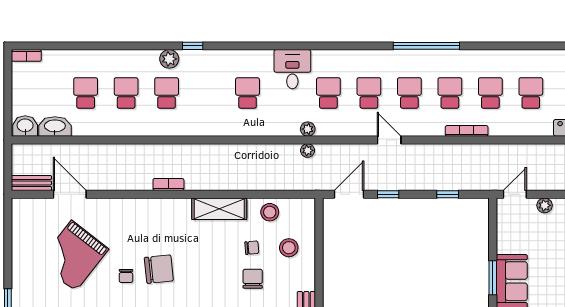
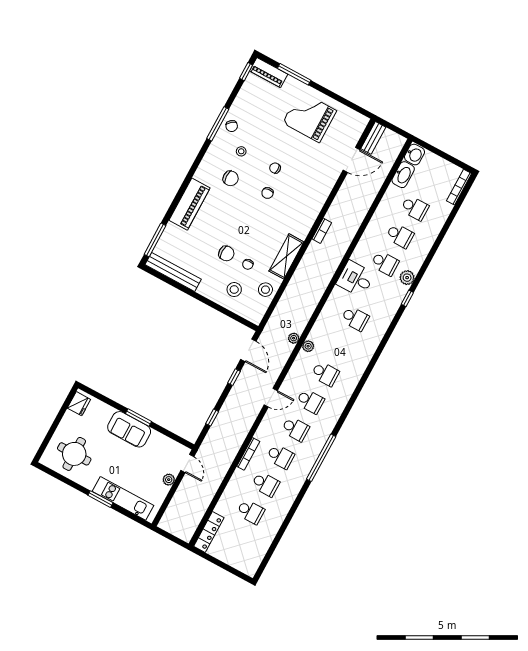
bookcase: (26, 55) -> (459, 187), width x1.56
desk: (292, 69) -> (355, 279), moved, turned 180
grand piano: (74, 256) -> (310, 117), moved, turned -38
chair: (159, 269) -> (268, 193), width x0.54, depth x0.54

